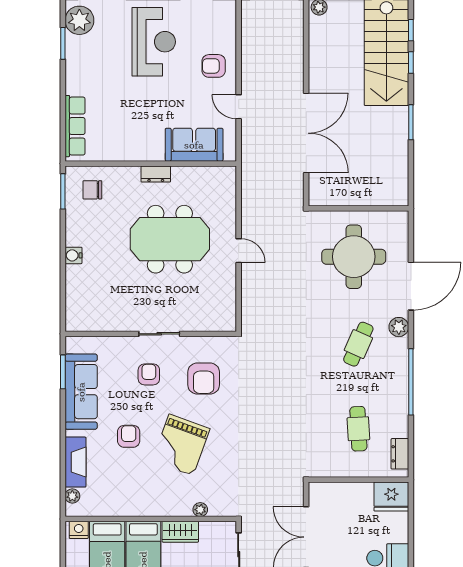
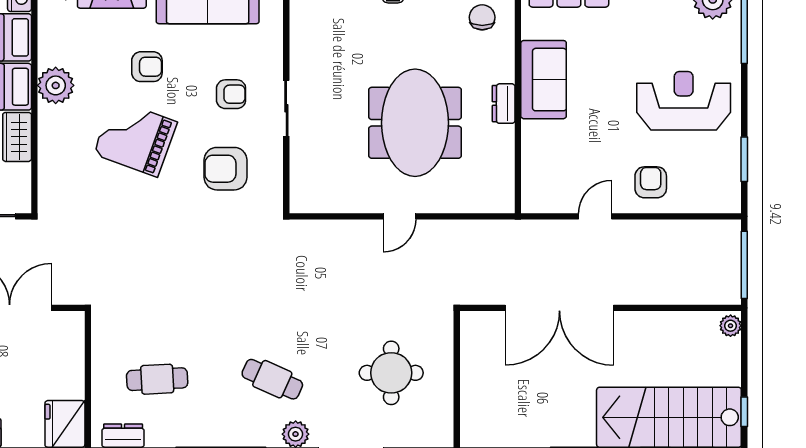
reception desk: (154, 42) -> (684, 101), turned 180
sofa: (194, 145) -> (544, 80), moved
round table: (354, 257) -> (391, 373), width x0.73, depth x0.73
plant: (200, 510) -> (56, 85), moved, width x1.88, depth x1.88

